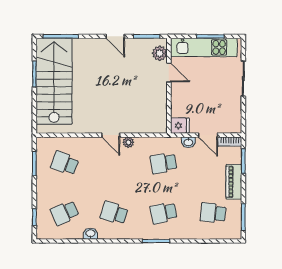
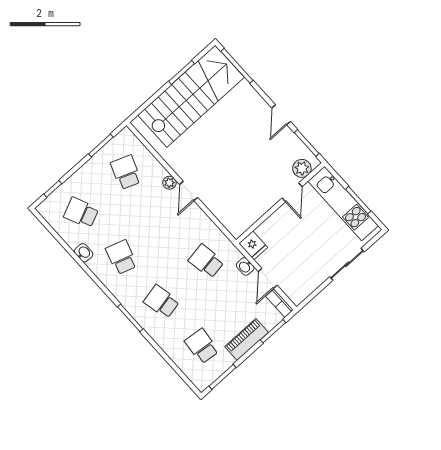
plant: (128, 142) -> (169, 183), moved

